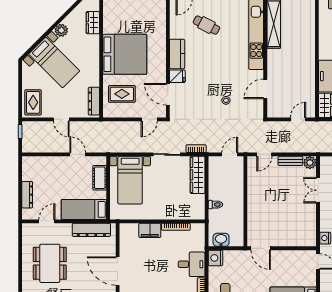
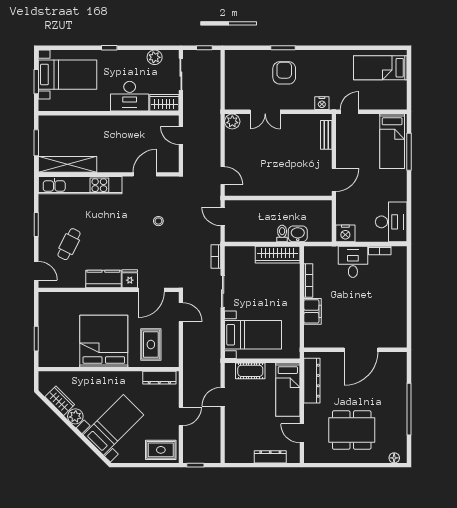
wardrobe: (93, 23) -> (60, 401), moved, turned -135
door: (265, 89) -> (145, 174), swing flipped
bench: (290, 161) -> (326, 135), moved
wardrobe: (198, 175) -> (278, 255), moved
washbasin: (221, 240) -> (298, 234), moved, turned 90

